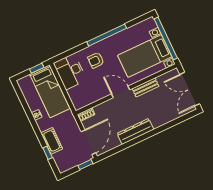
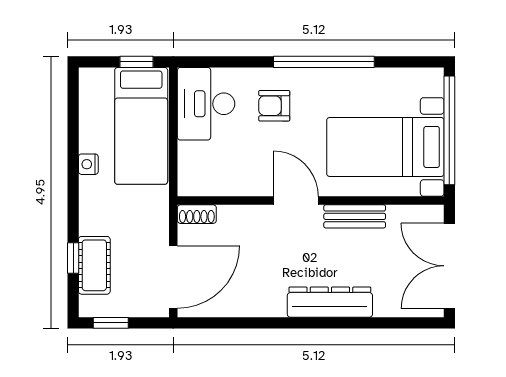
dresser: (135, 131) -> (330, 302), moved
cot: (52, 141) -> (94, 265), moved
window: (85, 165) -> (111, 323), moved

